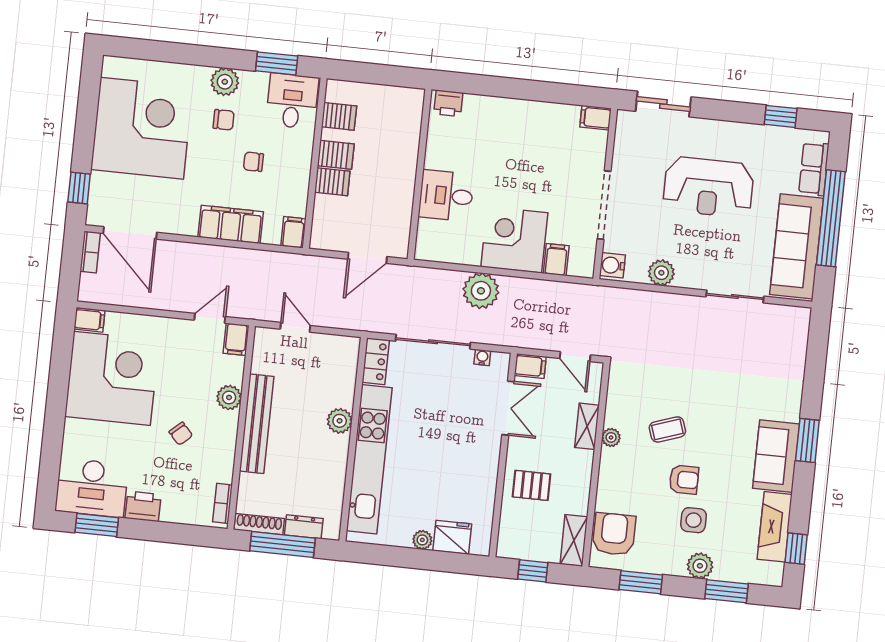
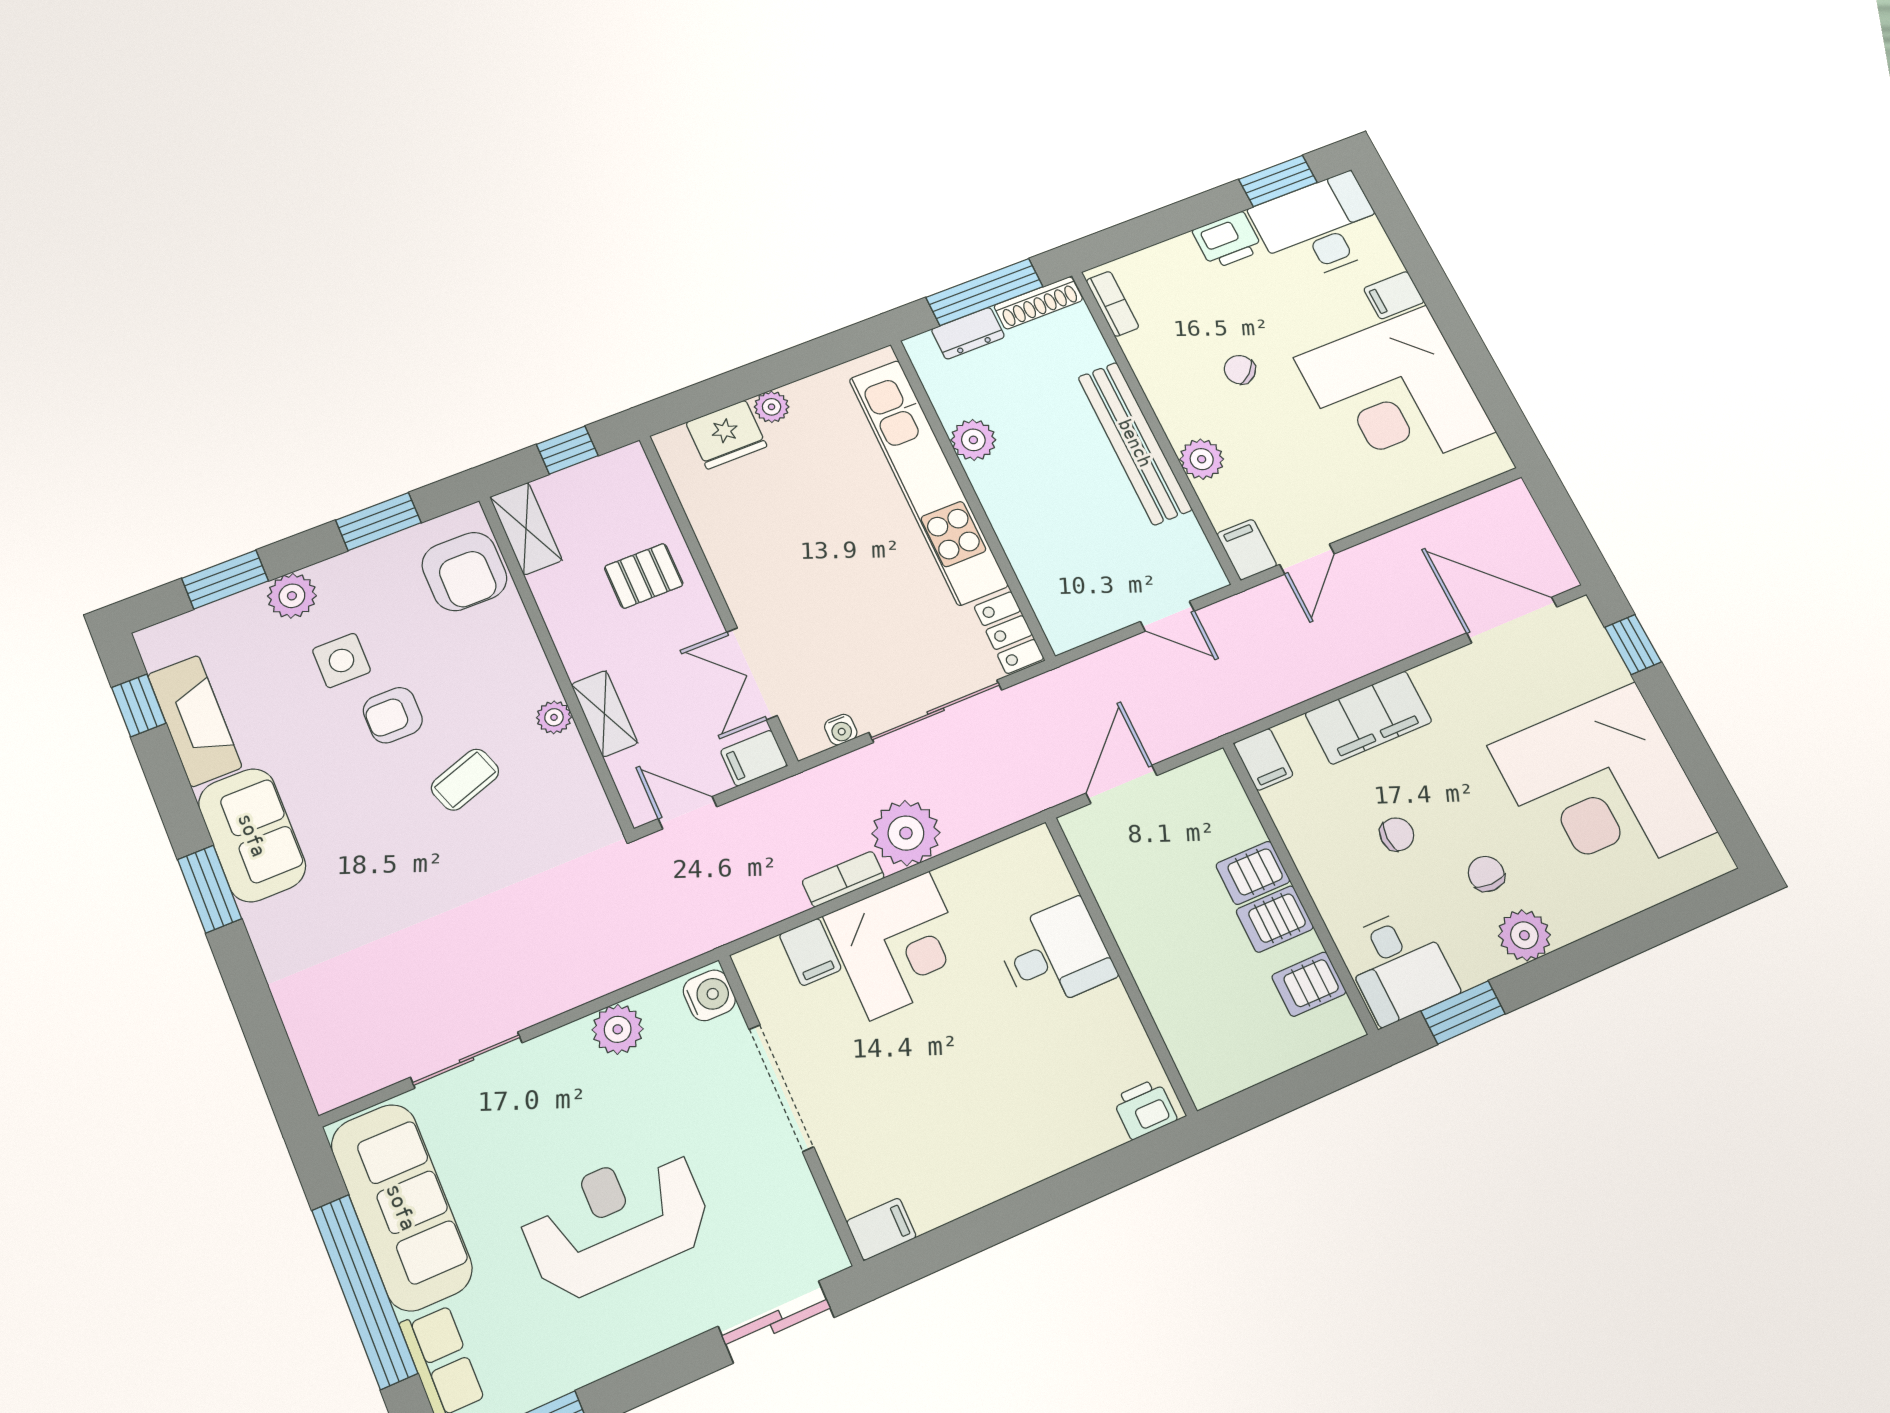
chair: (224, 120) -> (1486, 874), turned 90
bookcase: (90, 252) -> (843, 879), moved, turned 90
filing cabinet: (89, 320) -> (1394, 295), moved
plant: (340, 421) -> (973, 440), moved

